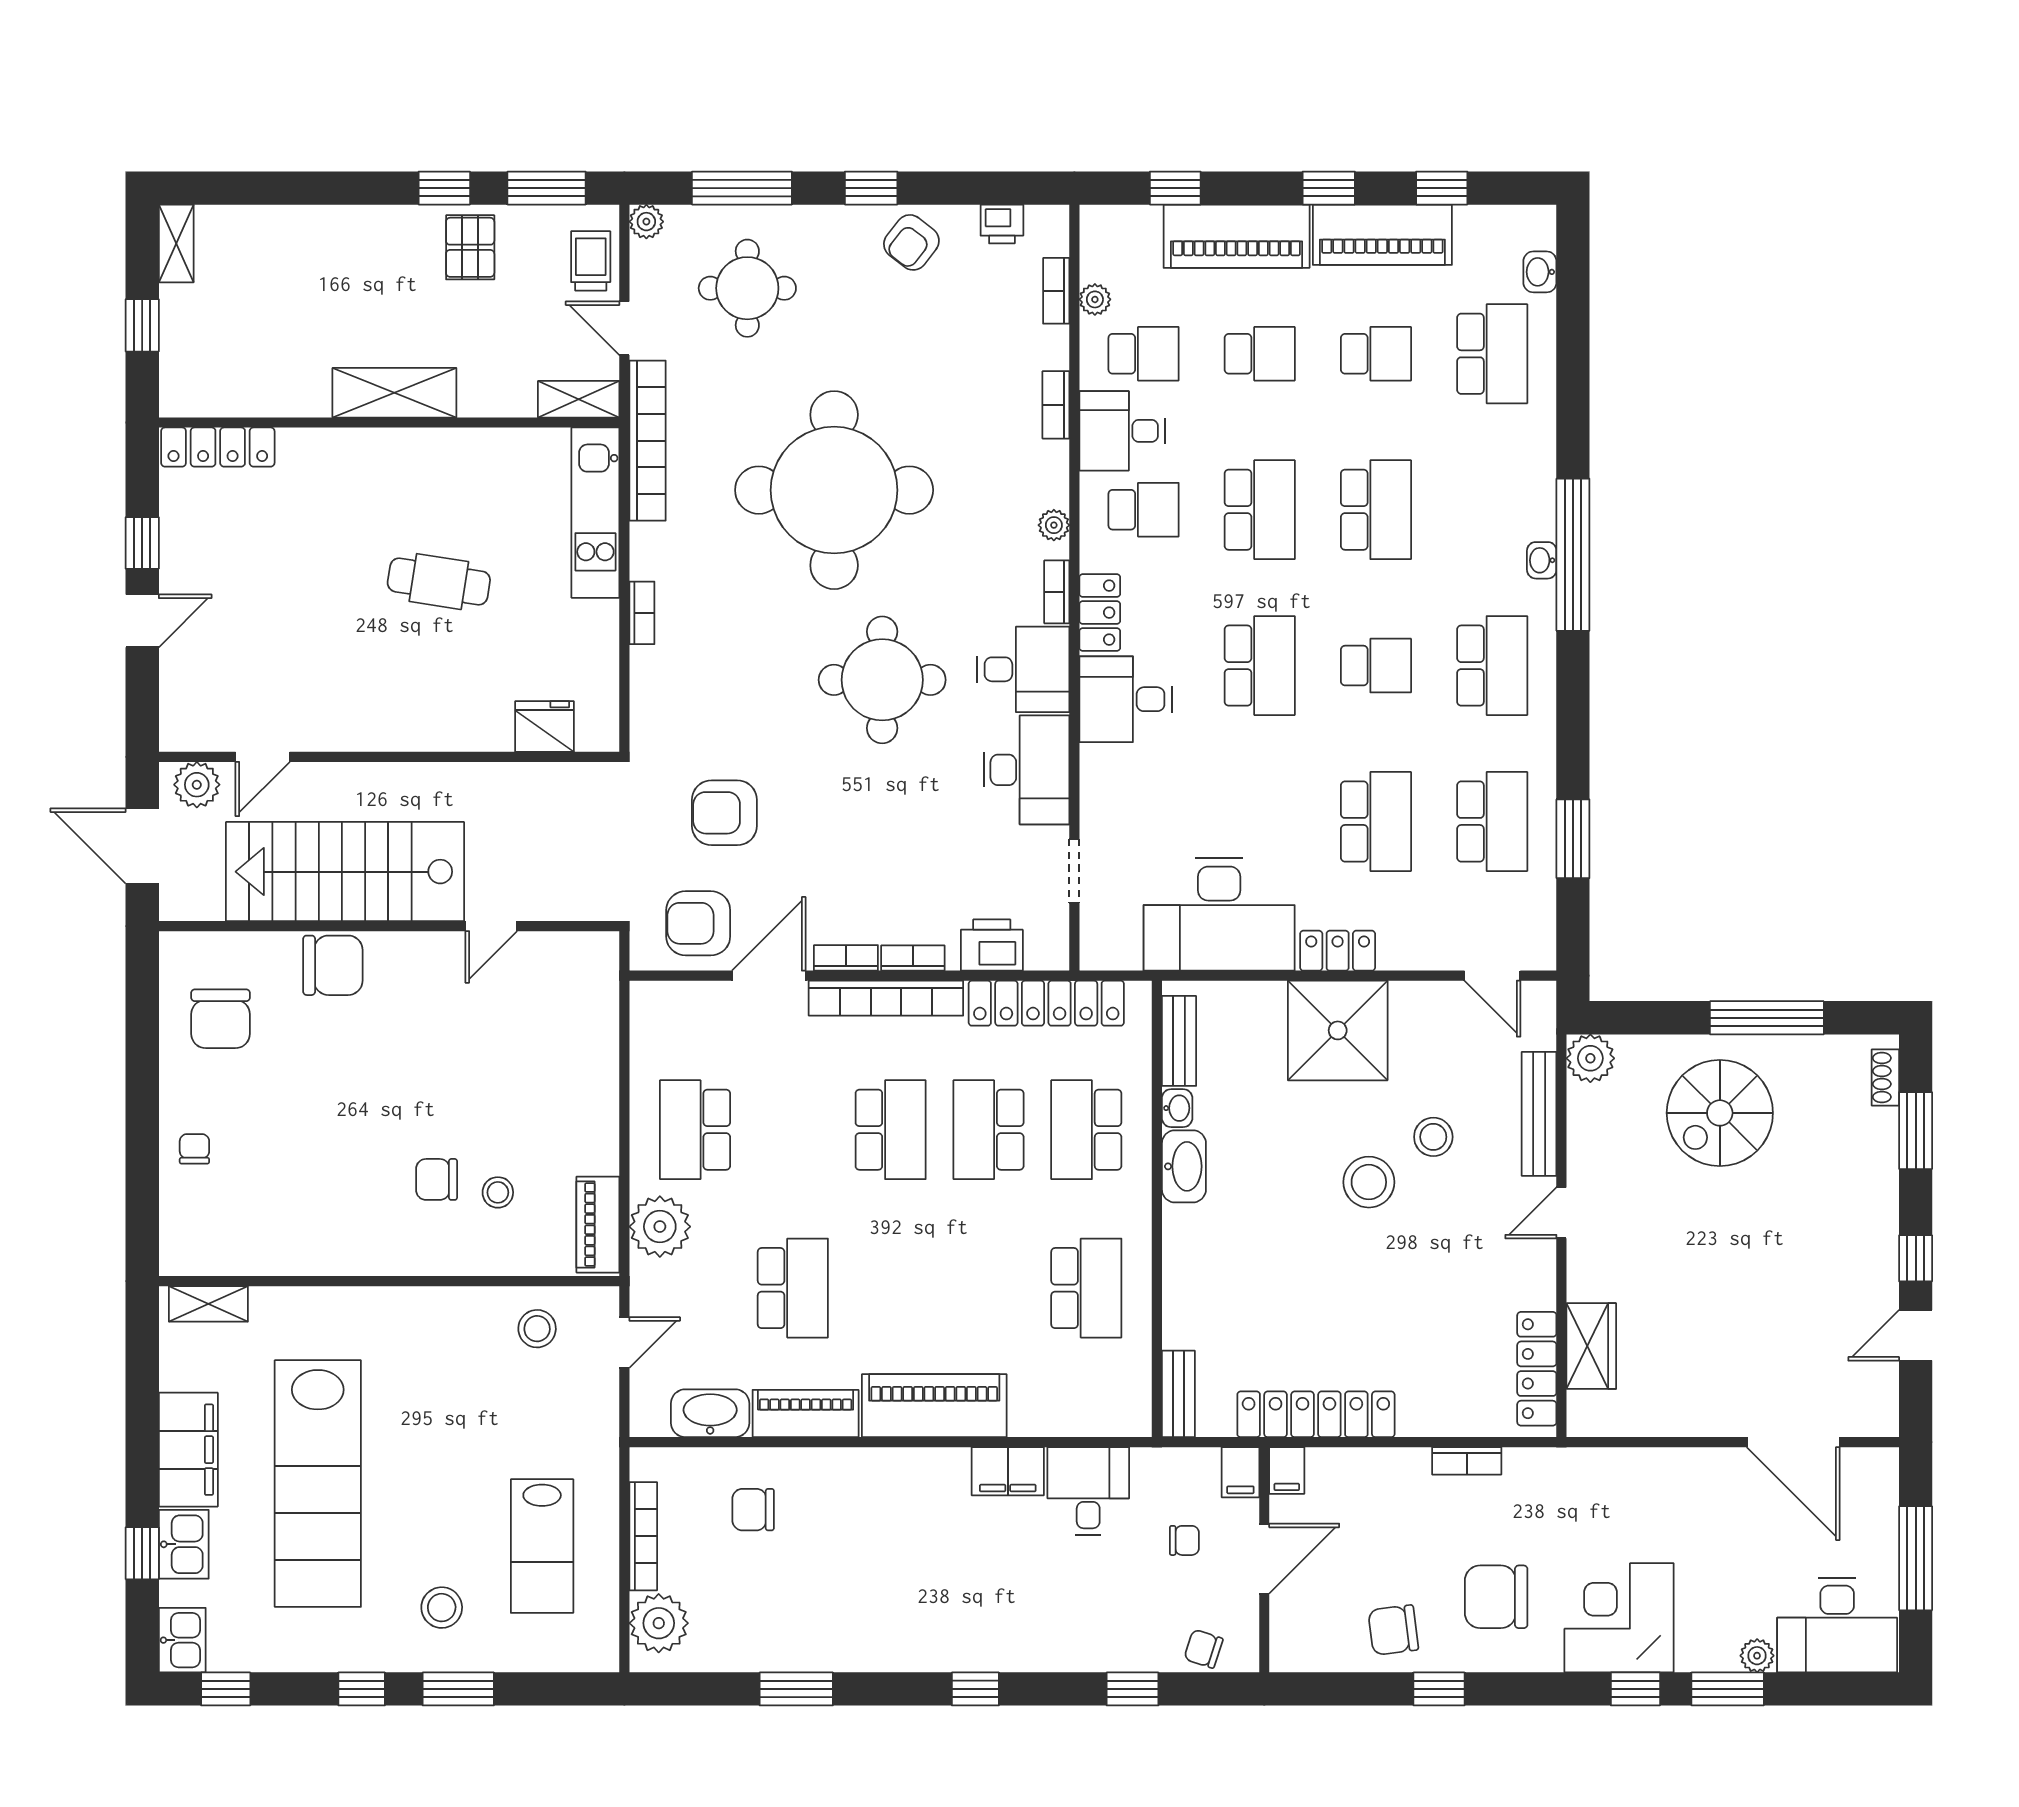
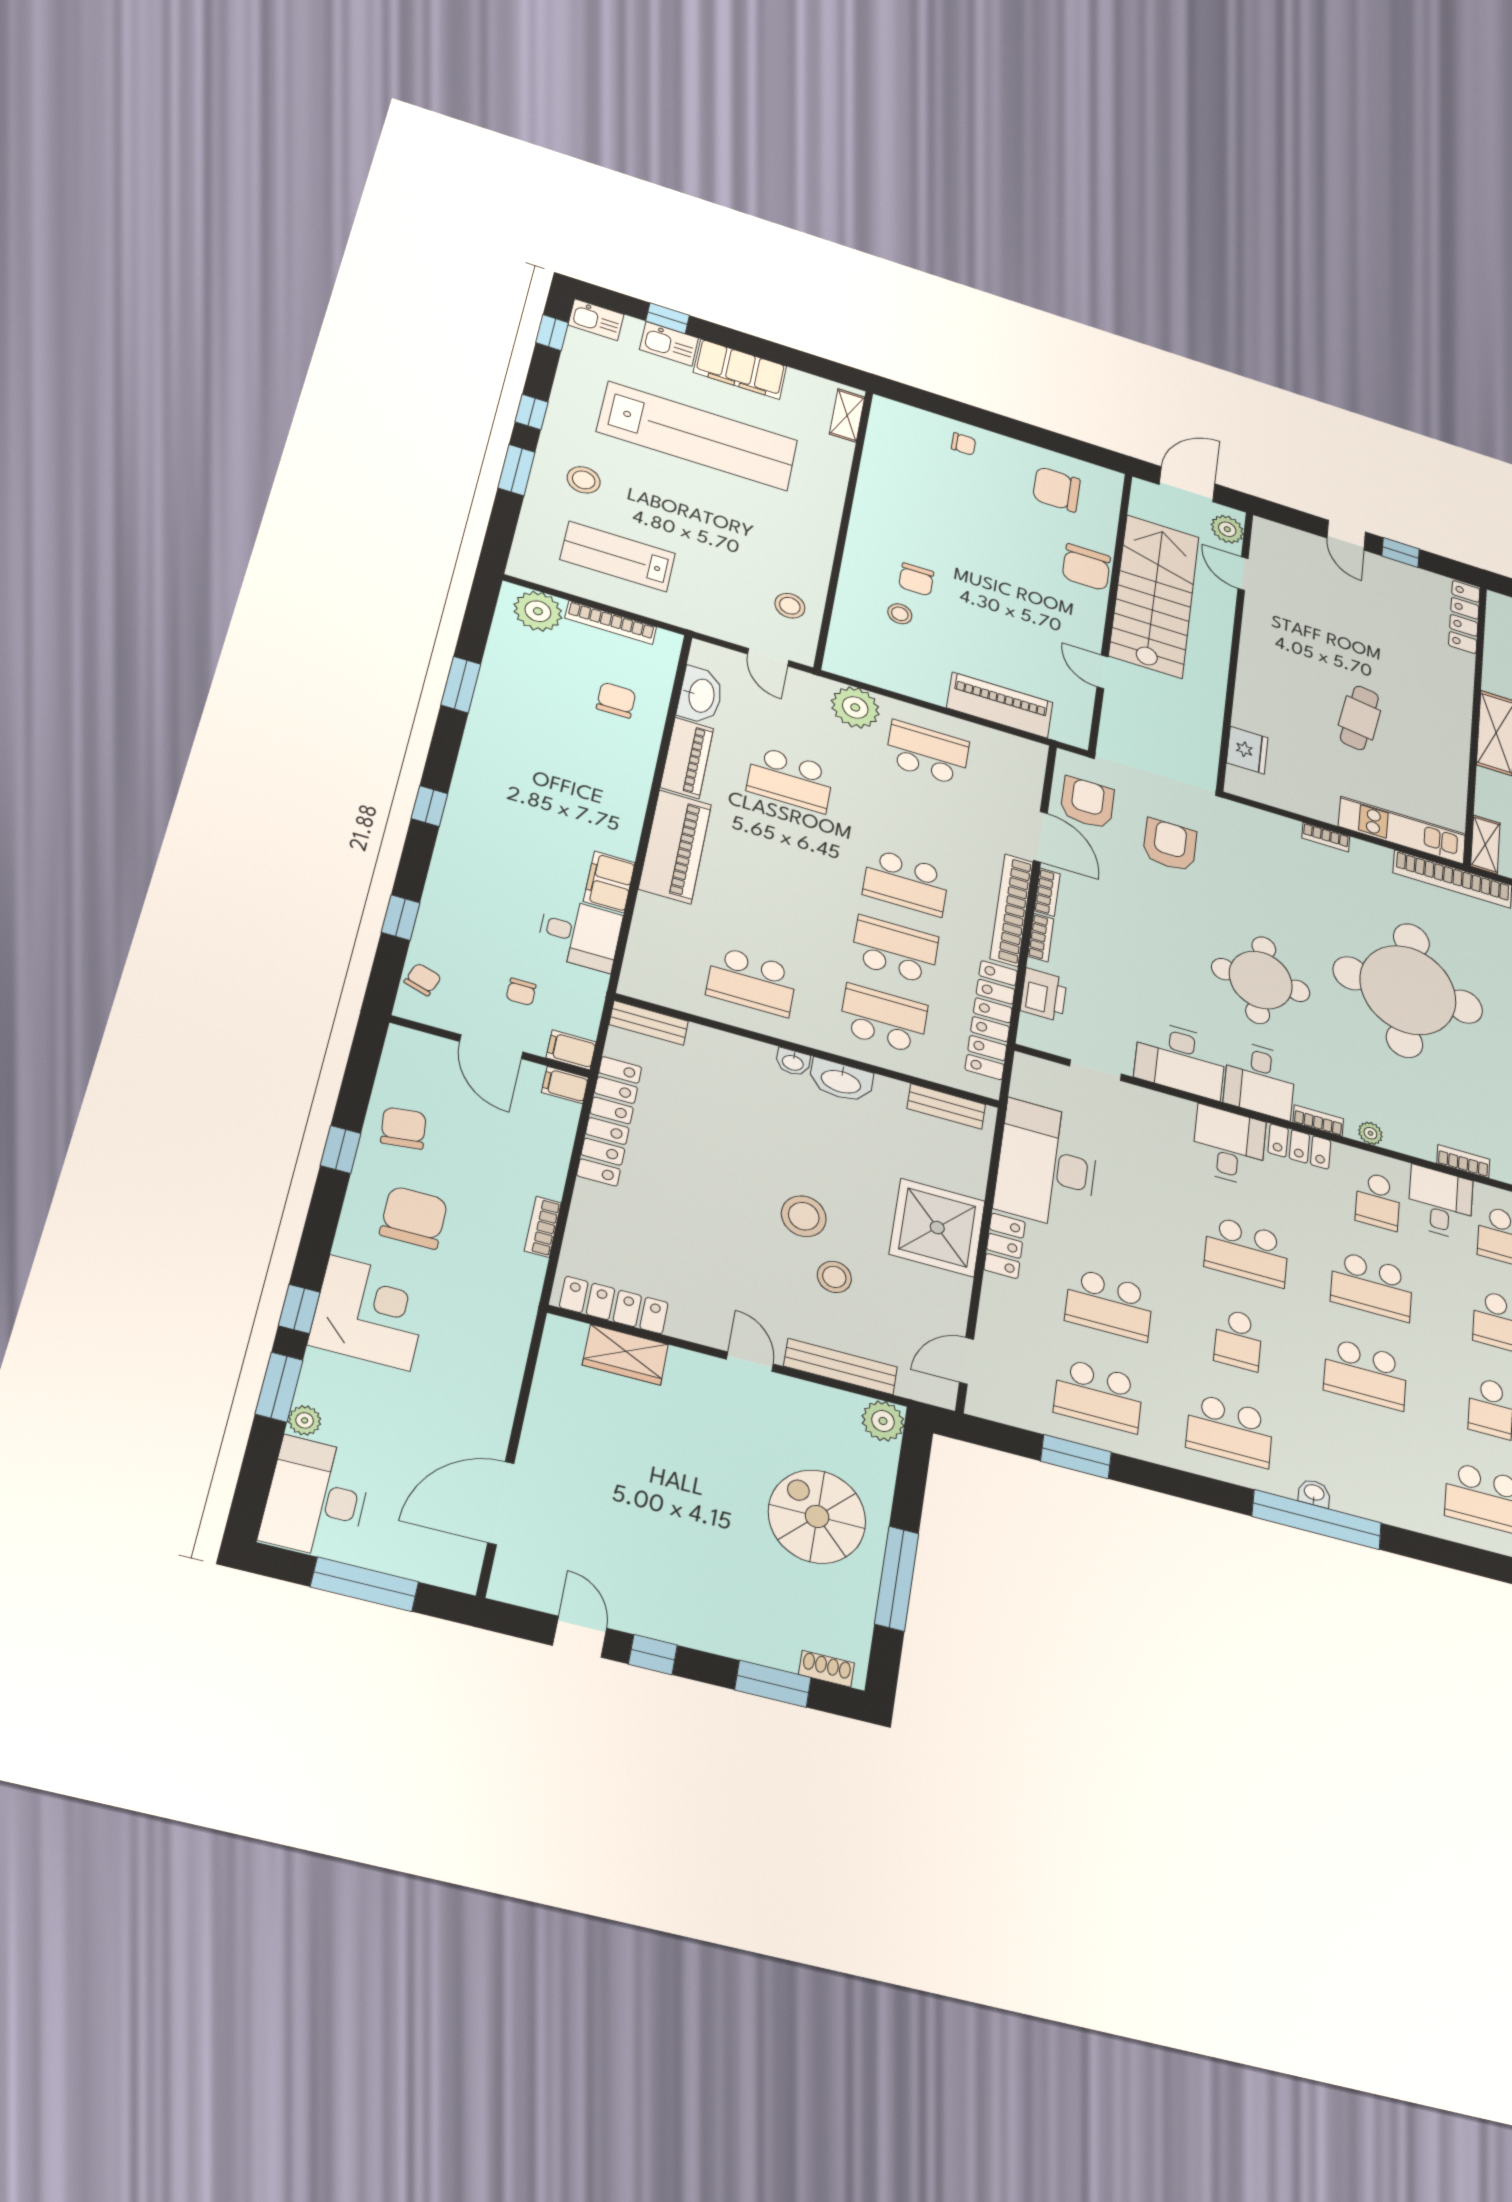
washbasin: (1177, 1108) -> (793, 1062), moved
chair: (437, 1179) -> (916, 579), turned 180
piano: (598, 1225) -> (1000, 705), moved, width x1.37, depth x1.33
lab bench: (318, 1484) -> (698, 436), turned 180

